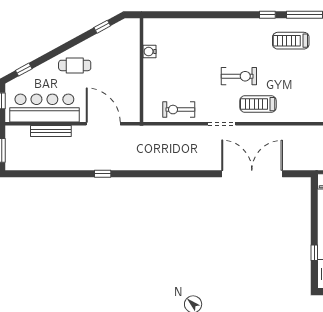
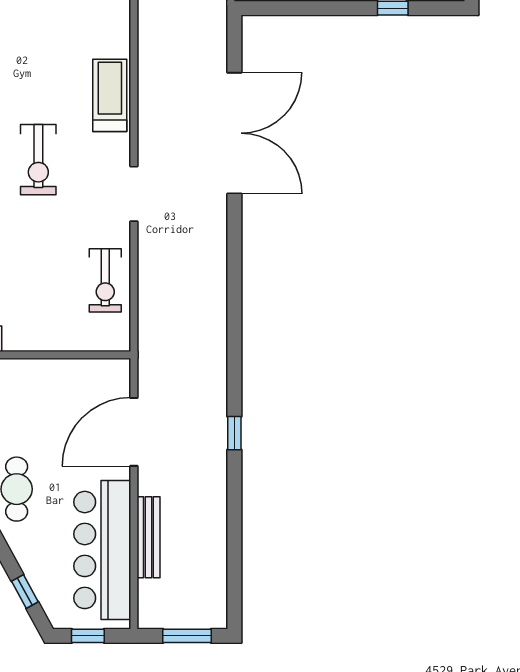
exercise bike: (239, 76) -> (38, 160), turned 180
treadmill: (258, 104) -> (110, 95), moved, turned 180
double door: (252, 174) -> (234, 133), swing flipped

